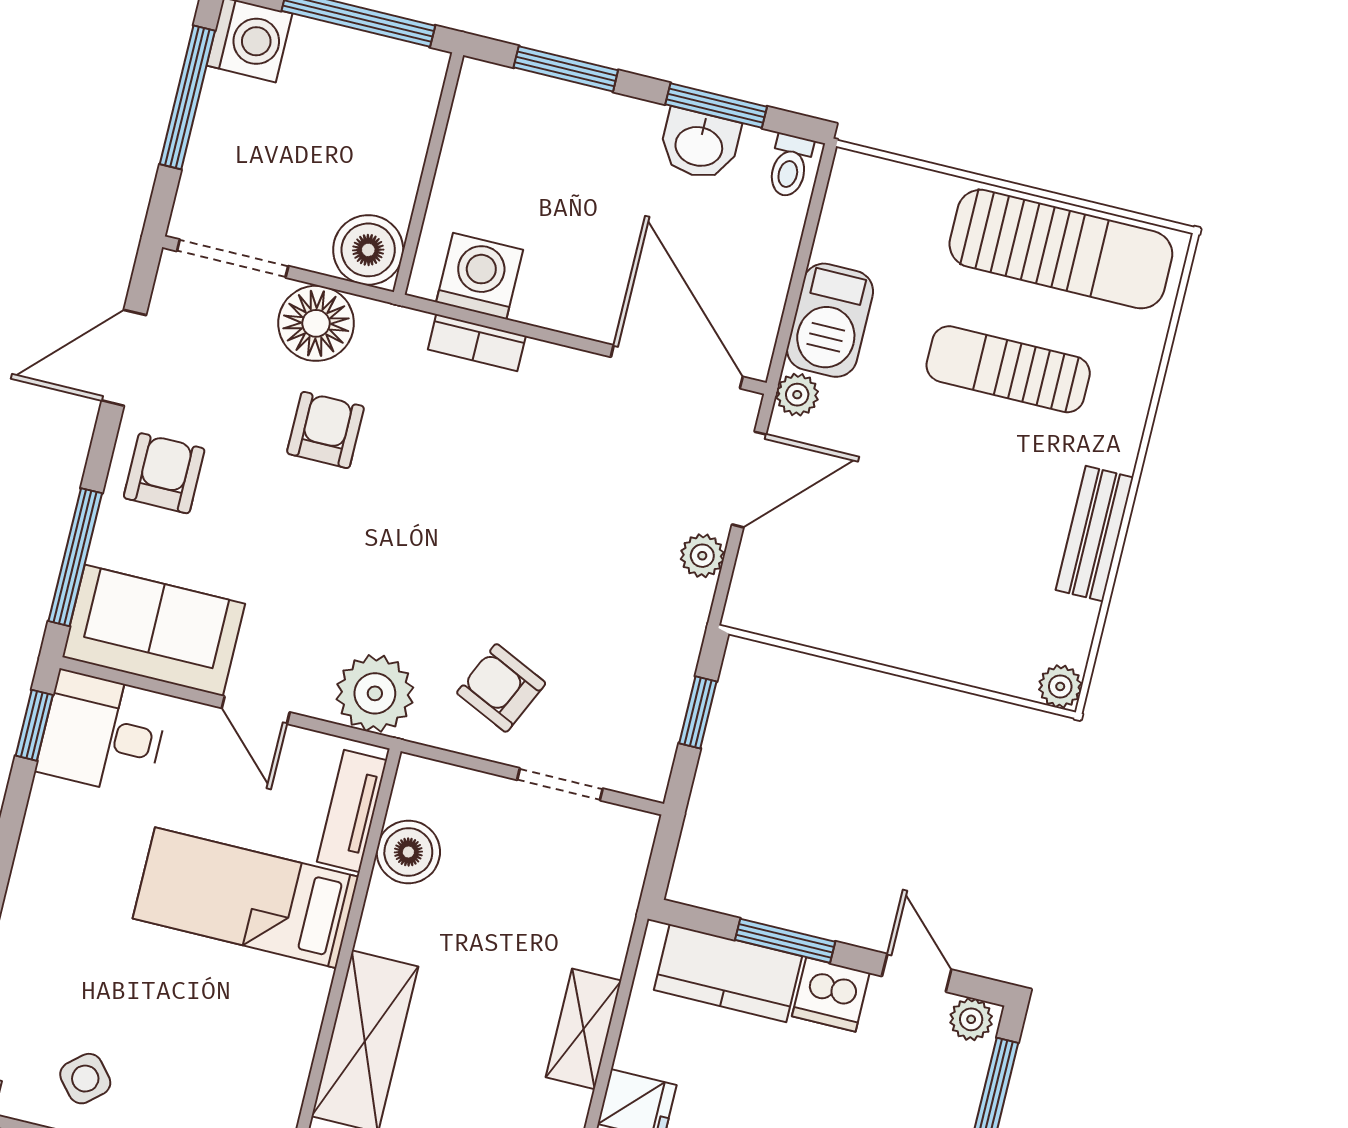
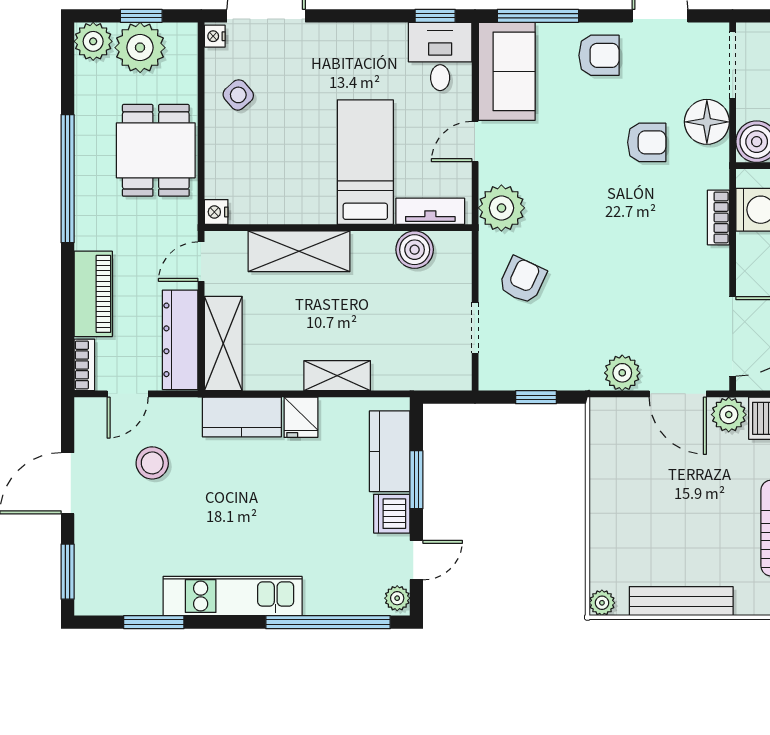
plant: (797, 395) -> (729, 415), width x1.38, depth x1.38
bench: (1094, 534) -> (681, 601), width x1.36
plant: (702, 556) -> (622, 373), width x1.38, depth x1.38

